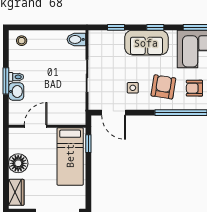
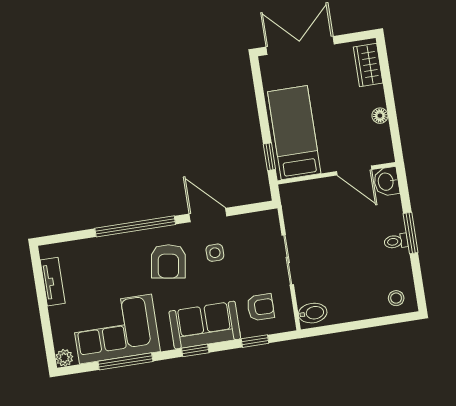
armchair: (194, 88) -> (261, 307), moved
washbasin: (16, 91) -> (386, 182), moved
door: (114, 113) -> (208, 215), moved
door: (36, 126) -> (354, 171), hinge flipped
floor lamp: (18, 163) -> (380, 116), width x0.53, depth x0.53

